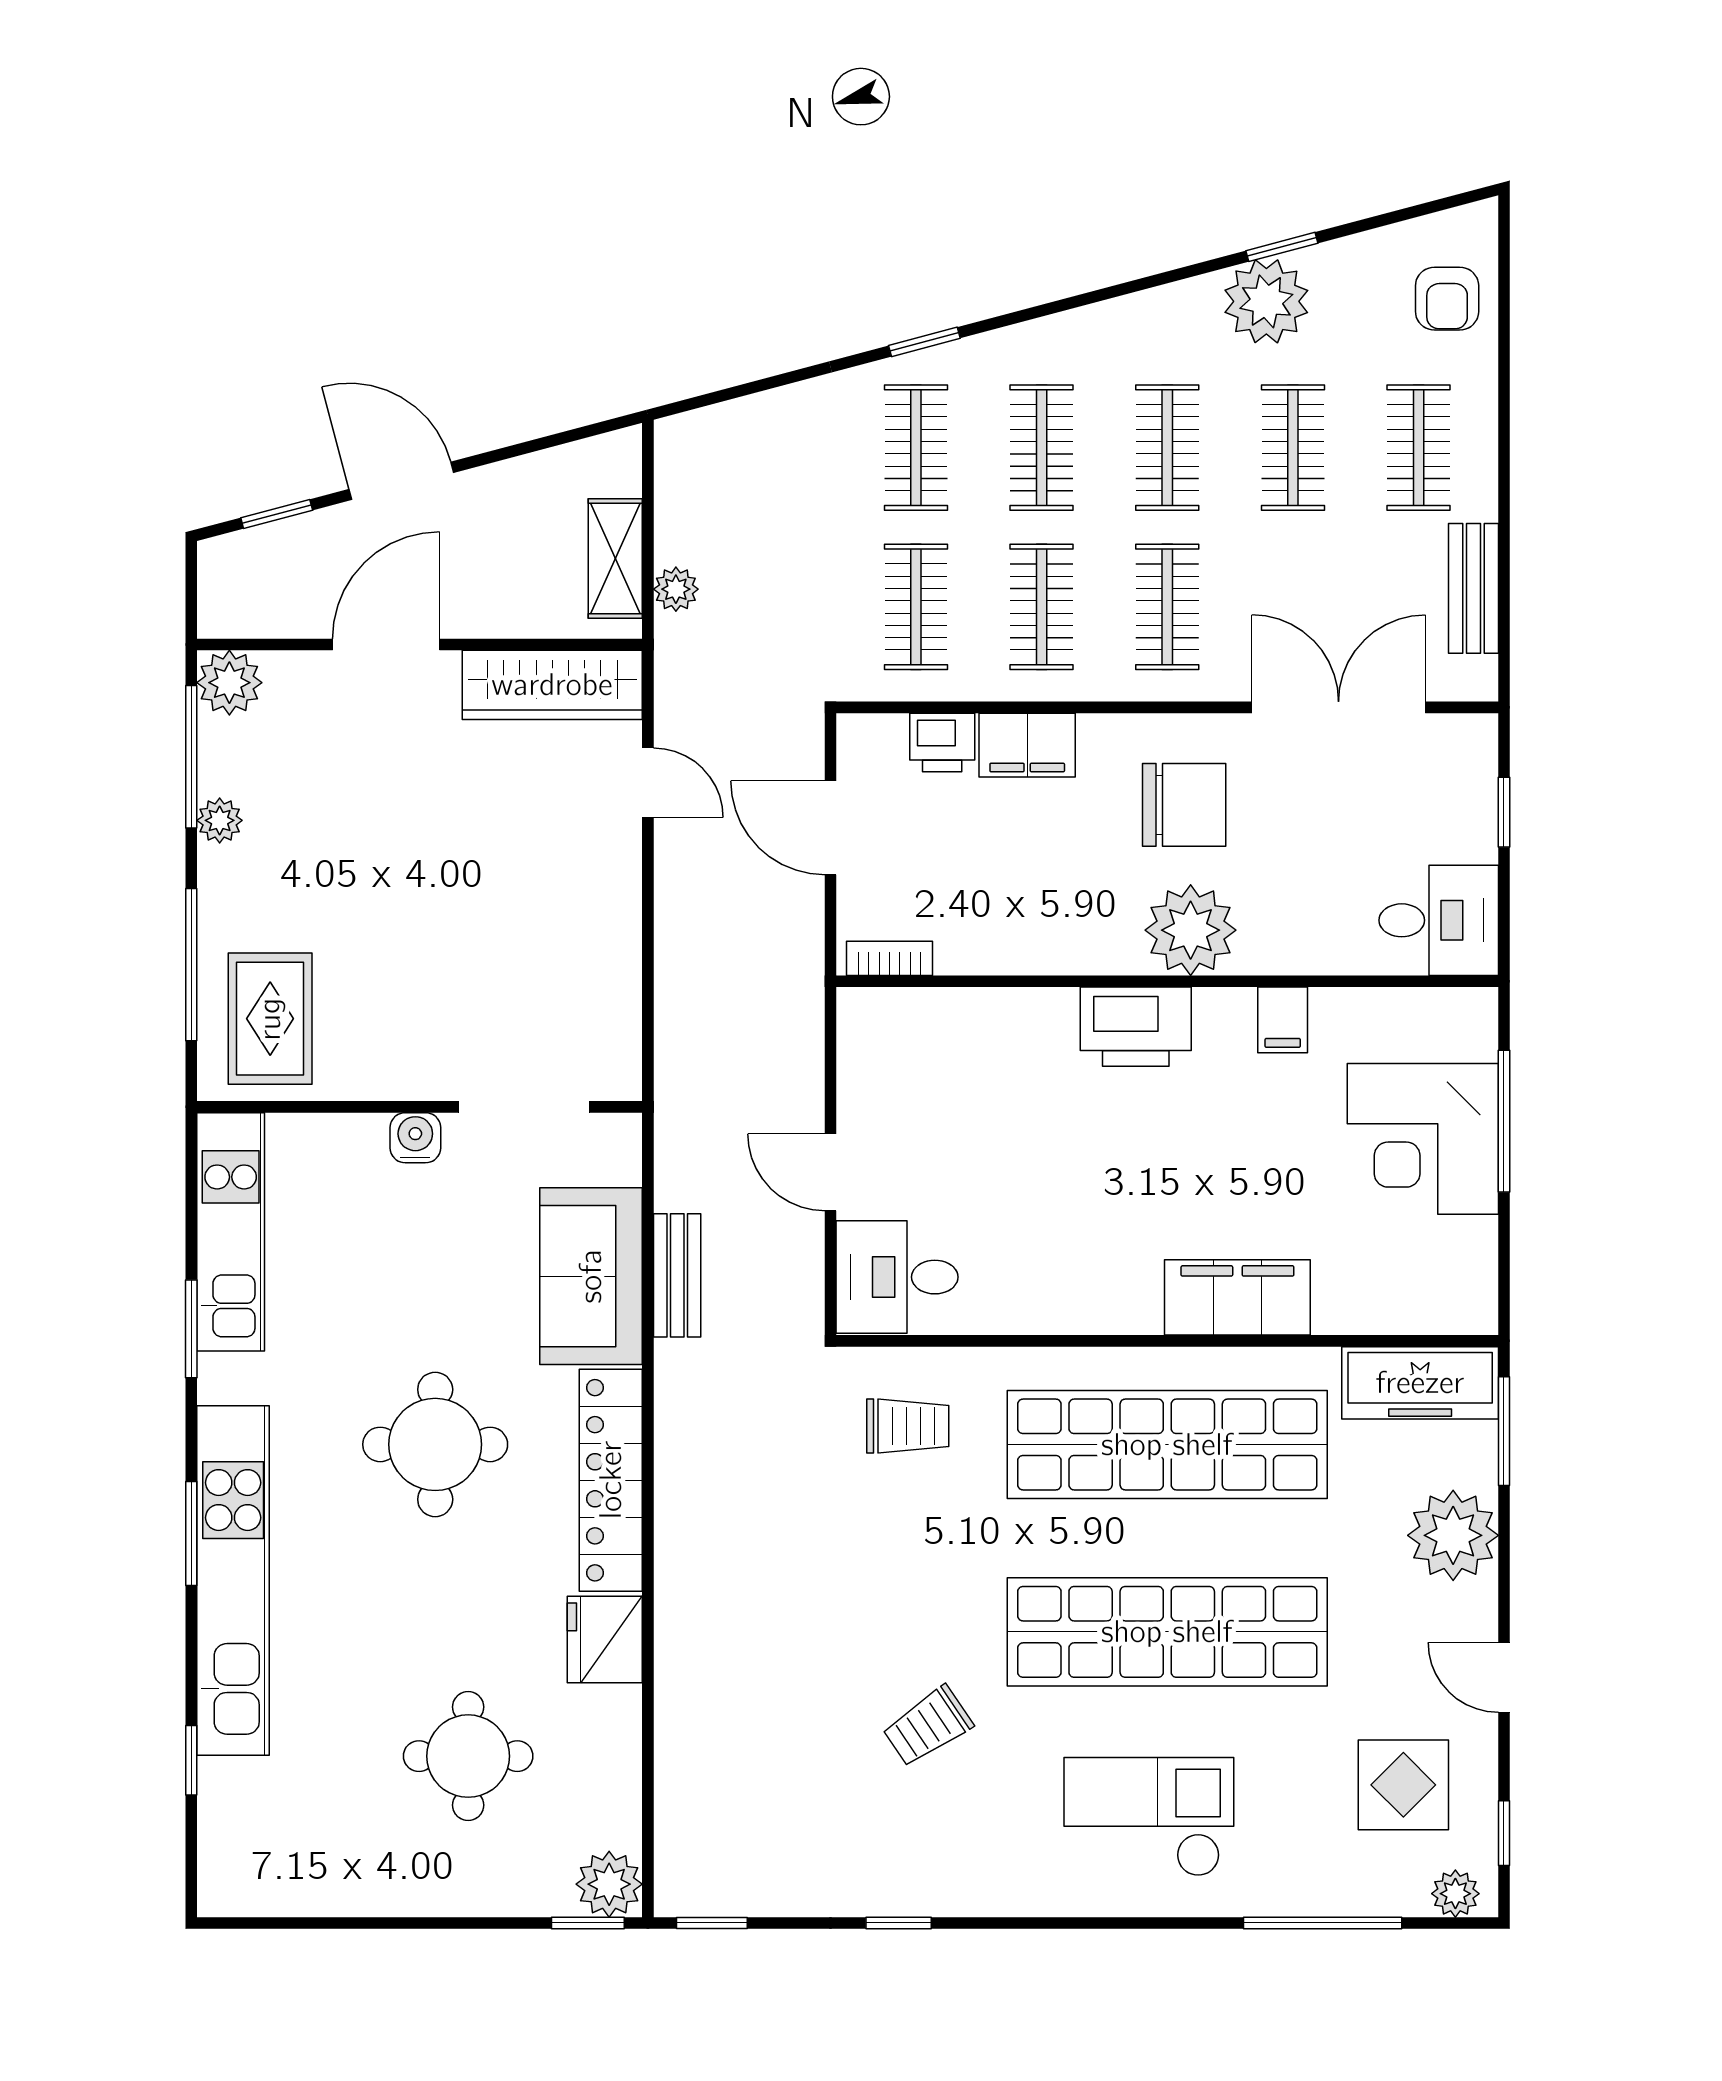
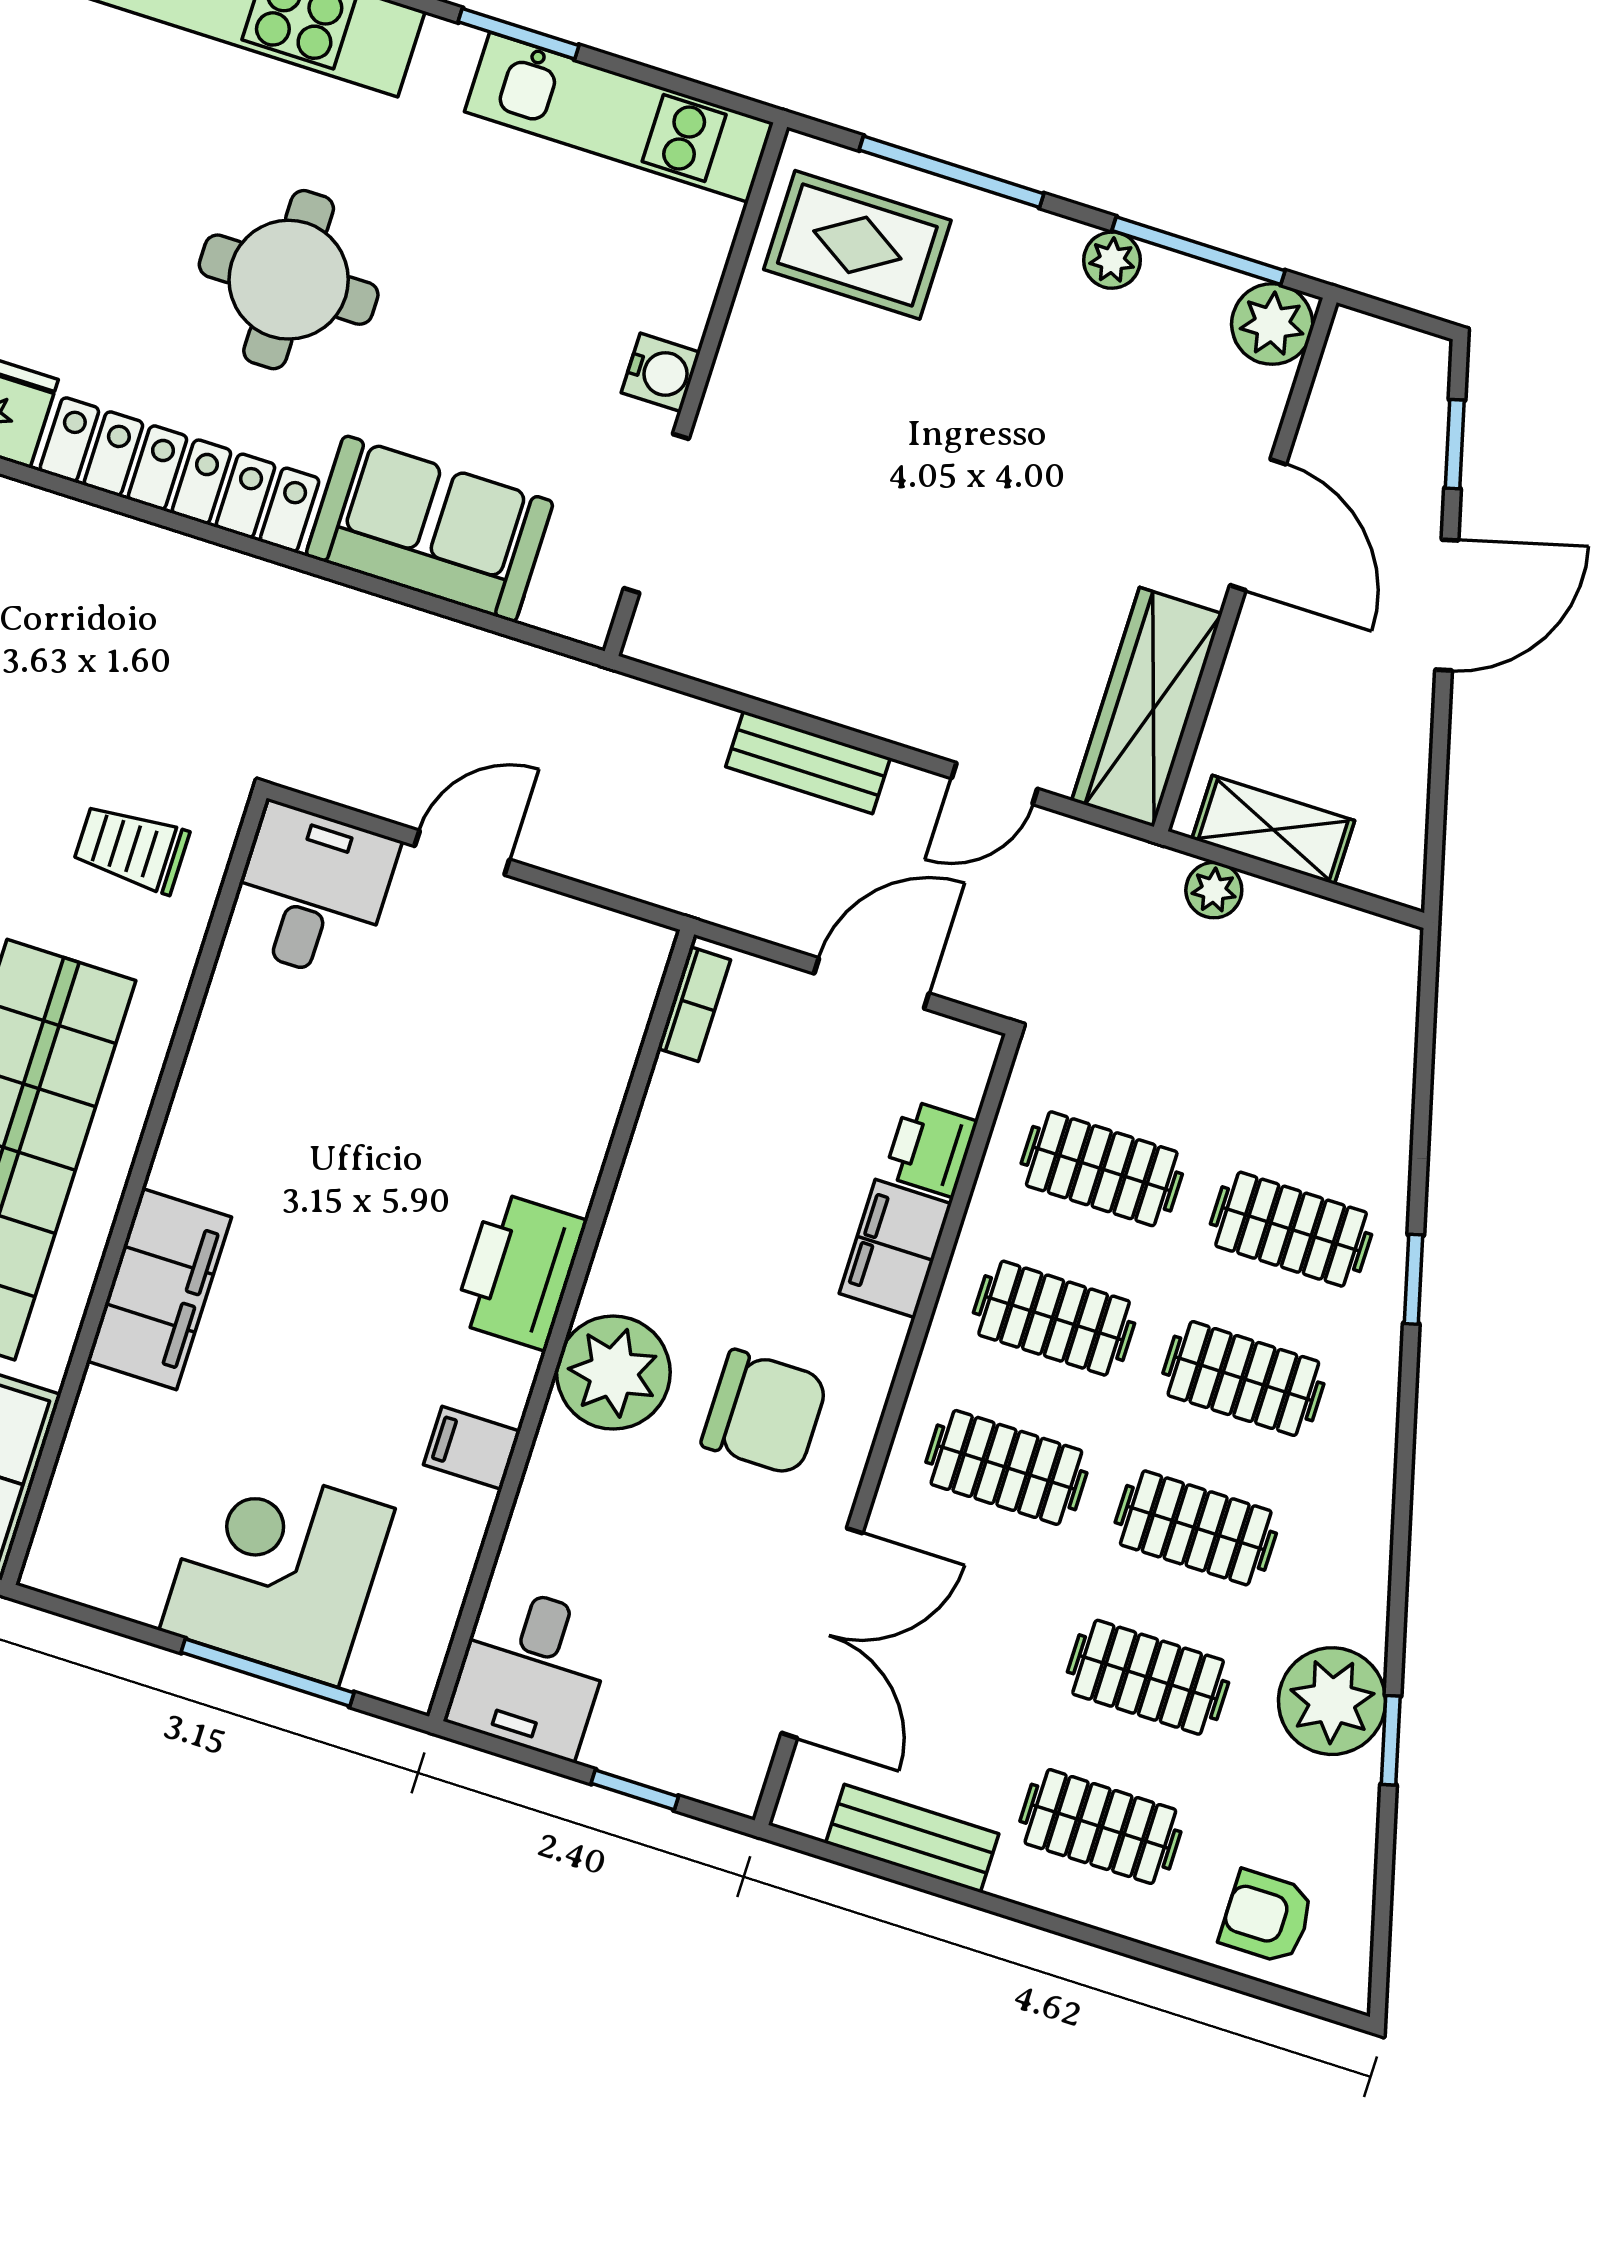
chair: (1184, 805) -> (765, 1412), turned -90
bench: (677, 1275) -> (808, 762), moved
trolley: (908, 1426) -> (131, 848), turned 90

